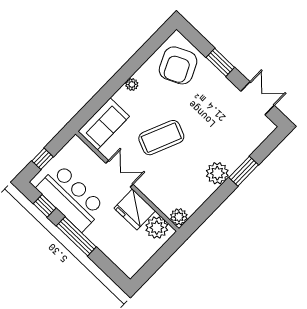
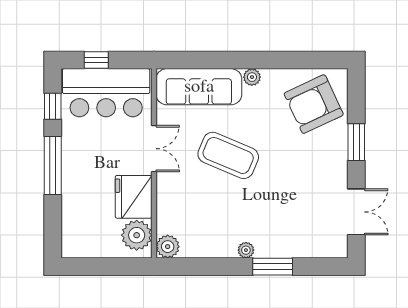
sofa: (104, 124) -> (199, 87), width x1.36
plant: (217, 173) -> (246, 250), width x0.53, depth x0.53
bar counter: (71, 197) -> (106, 93), moved, turned 90

